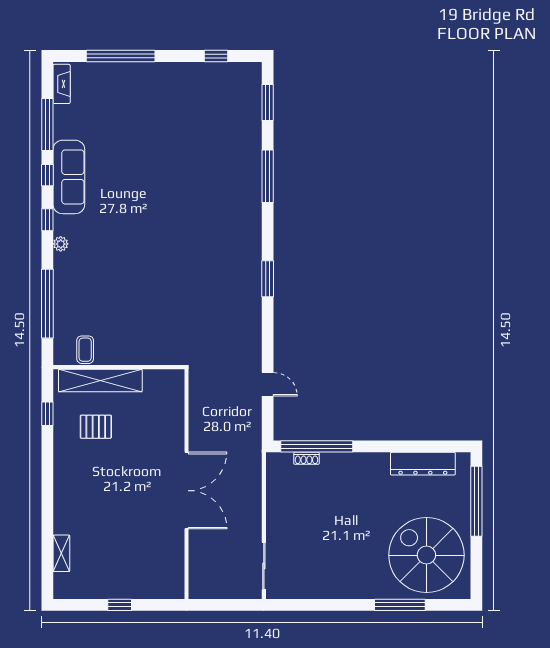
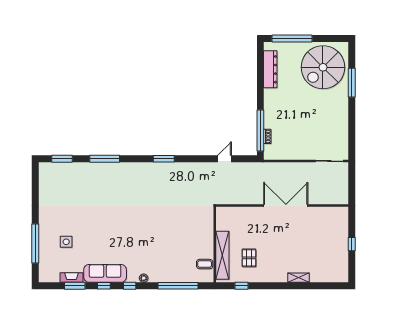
window: (216, 56) -> (35, 189), removed
fireplace: (62, 84) -> (72, 278), moved
side table: (124, 110) -> (66, 242), added
window: (47, 124) -> (75, 286), width x0.69
shelving: (61, 553) -> (299, 278), moved

